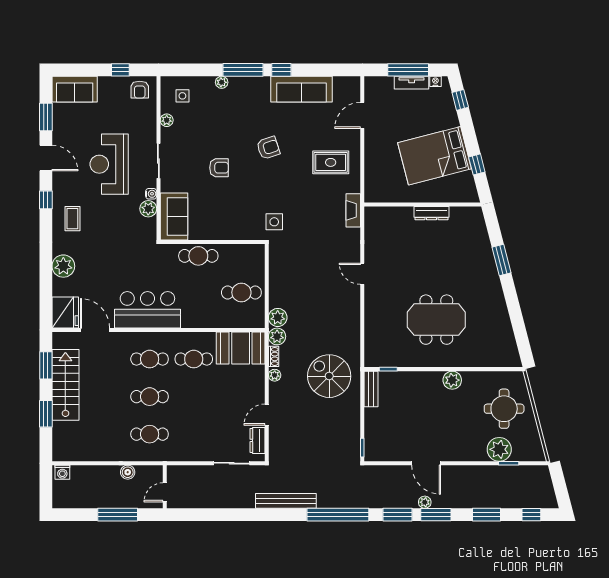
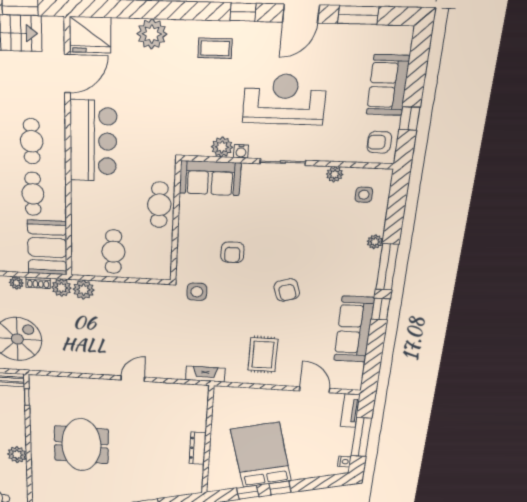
tv unit: (412, 83) -> (350, 410), moved
sofa: (75, 89) -> (388, 85), moved
window: (460, 100) -> (280, 488), moved
armchair: (219, 168) -> (232, 252), moved

